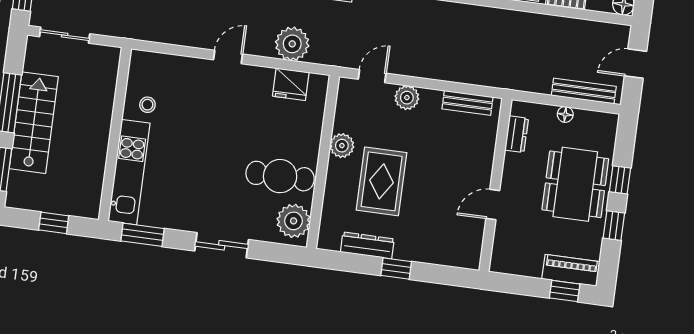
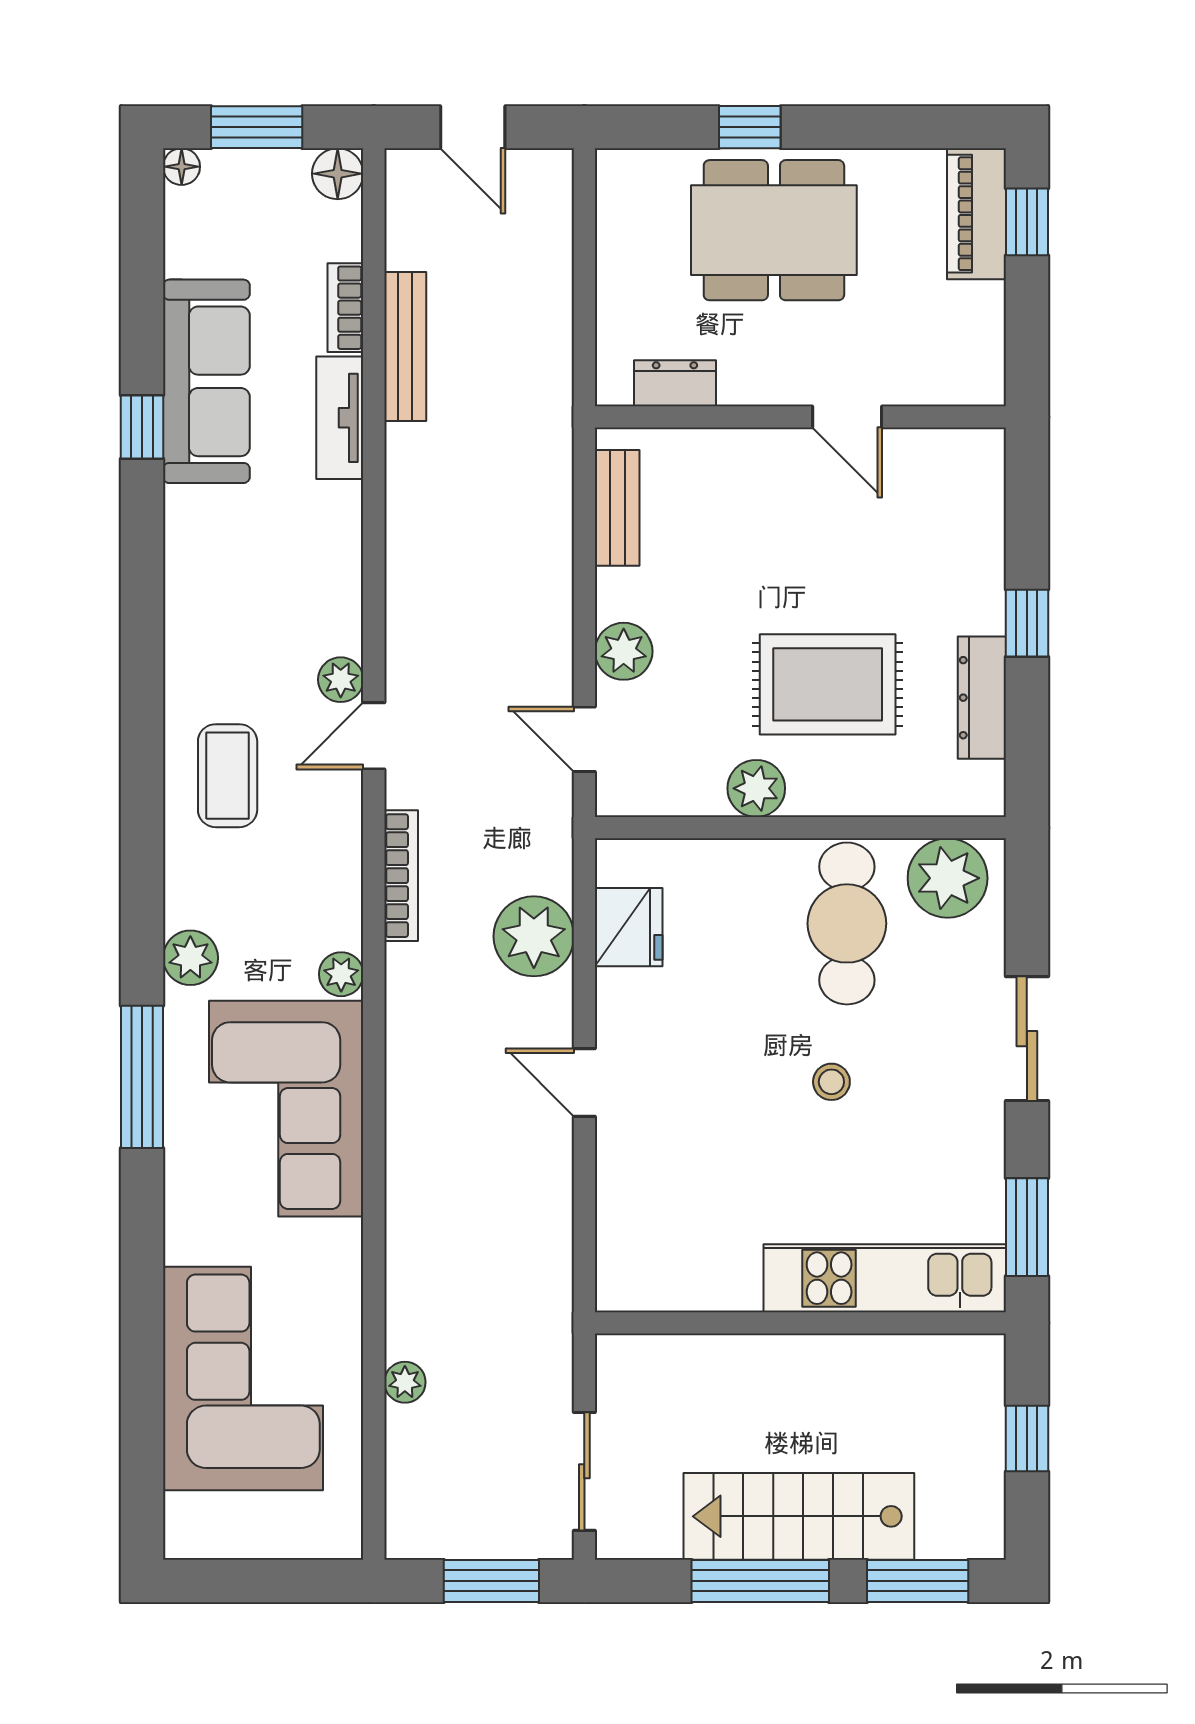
bench: (584, 91) -> (405, 347), moved
stool: (147, 105) -> (831, 1082), moved
floor lamp: (565, 114) -> (614, 276), removed
window: (614, 226) -> (859, 127), removed

